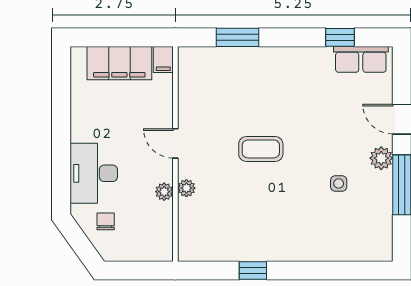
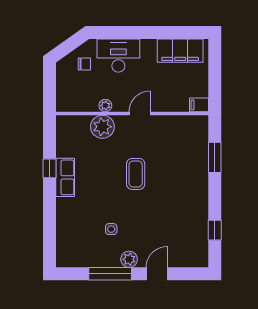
row of seats: (361, 59) -> (65, 177), moved, turned 180
filing cabinet: (119, 63) -> (180, 51), moved, turned -90
plant: (186, 188) -> (102, 127), width x1.87, depth x1.87

